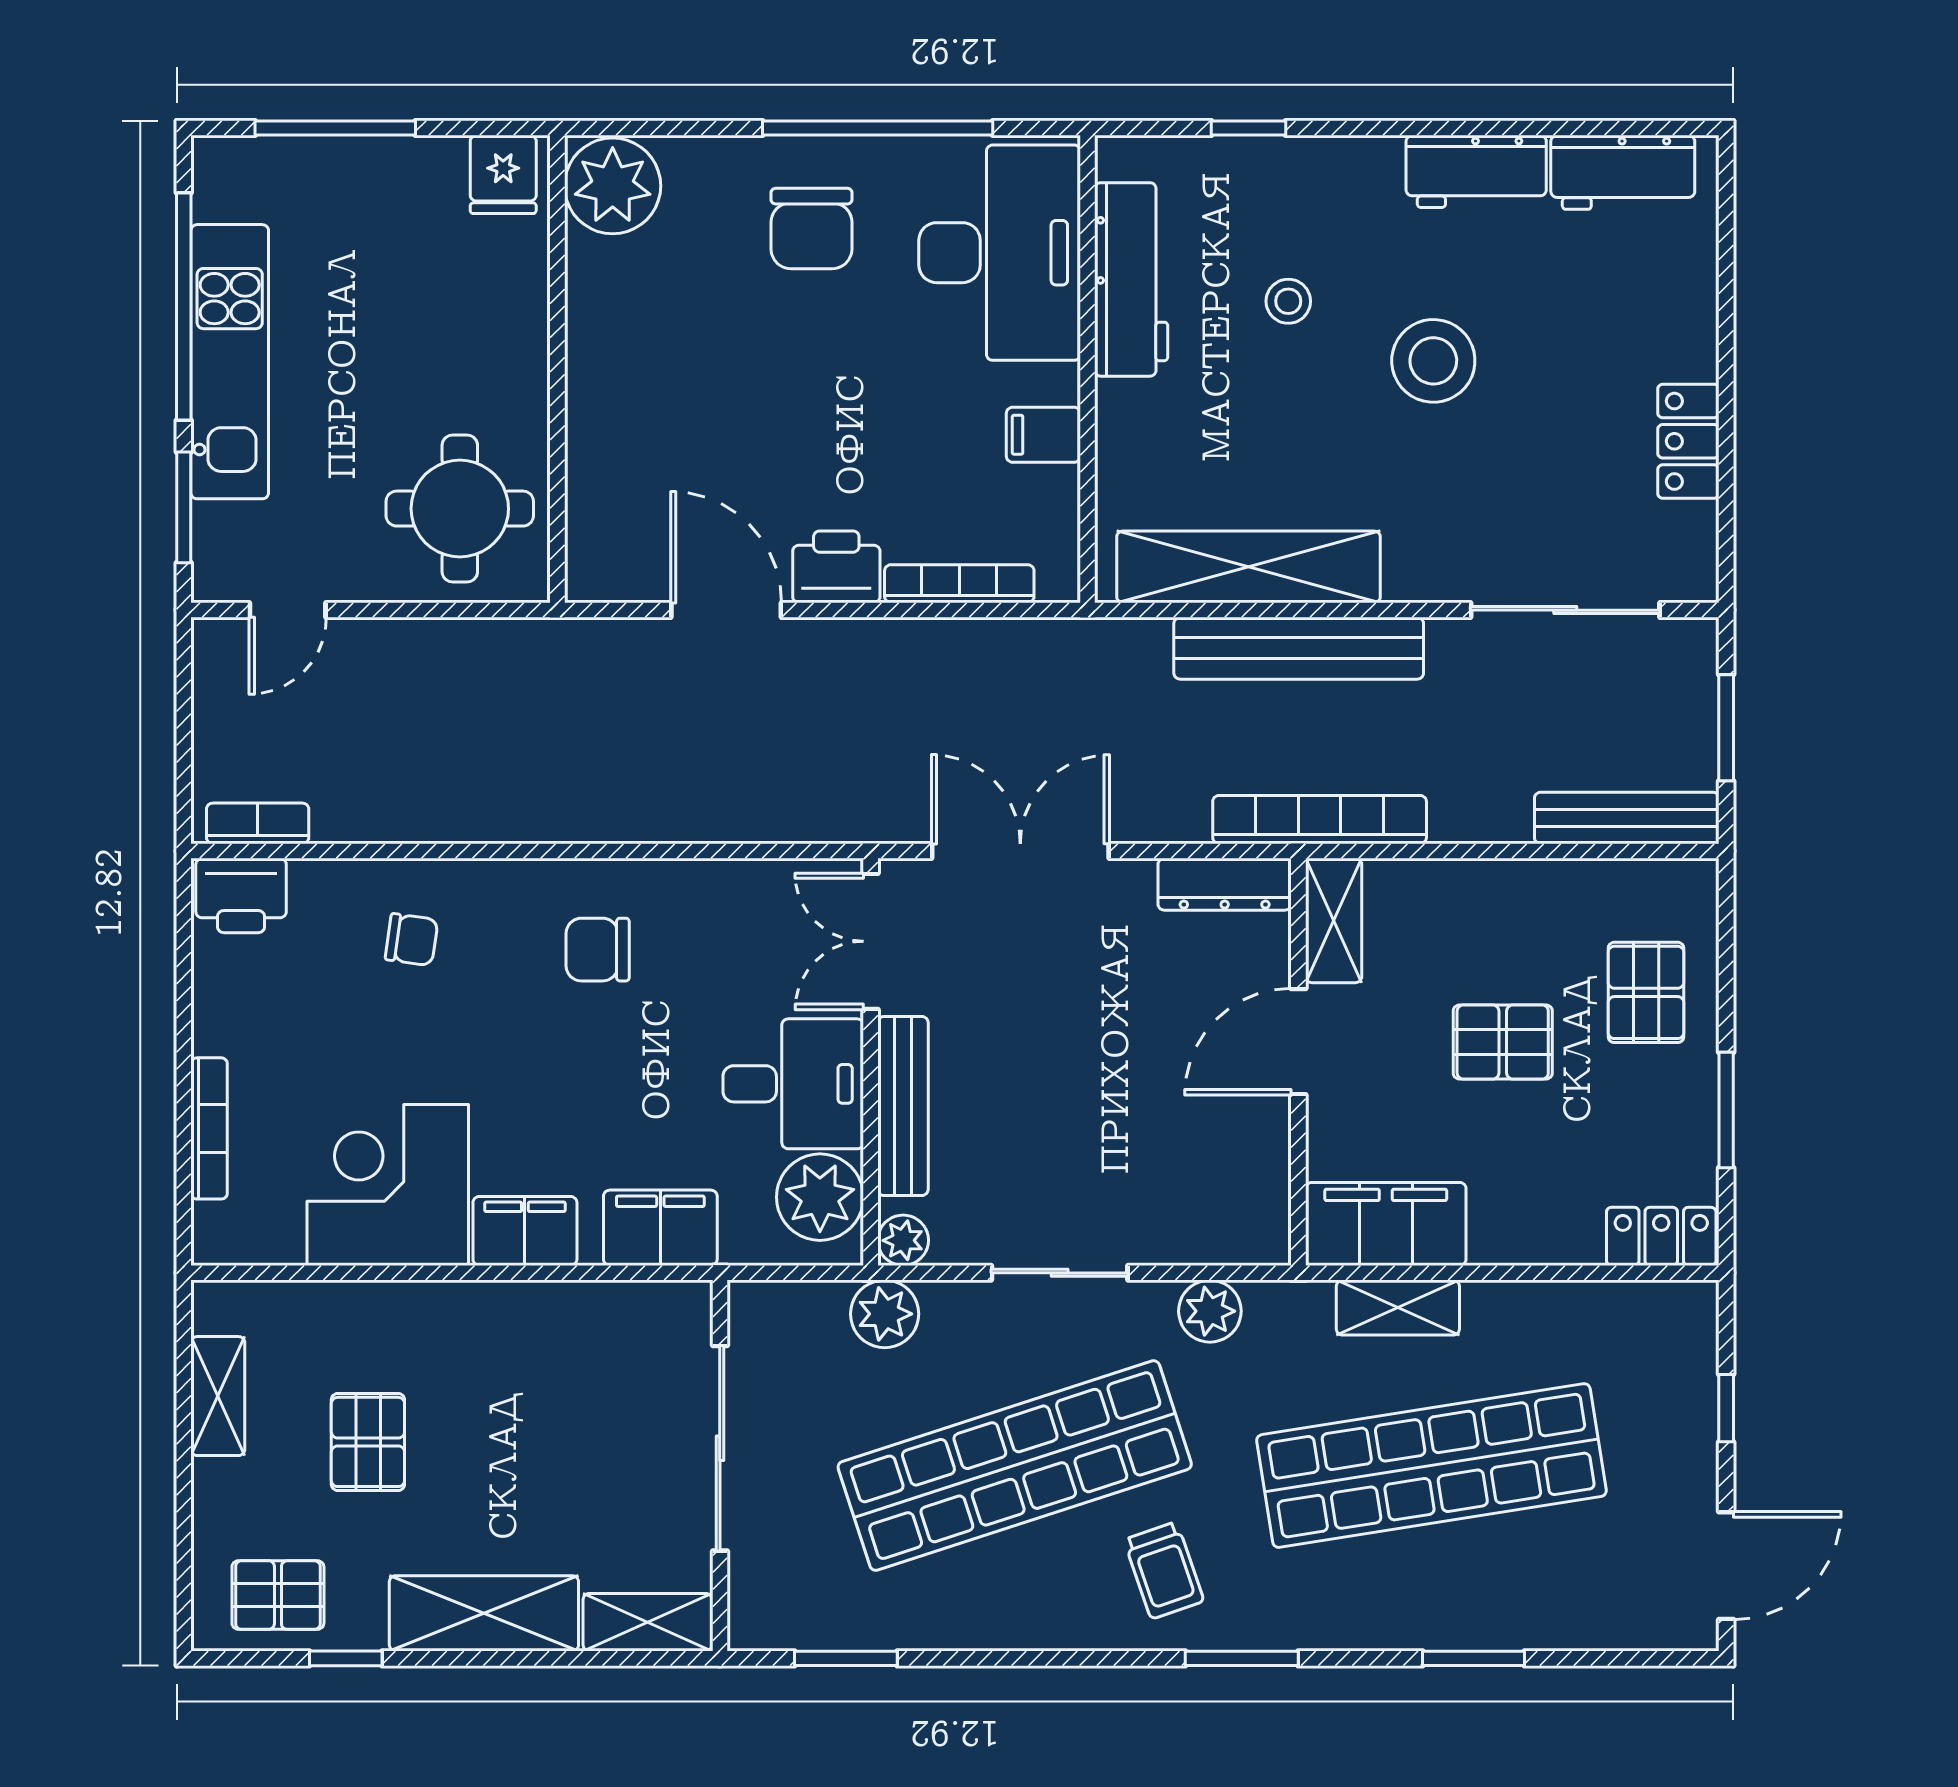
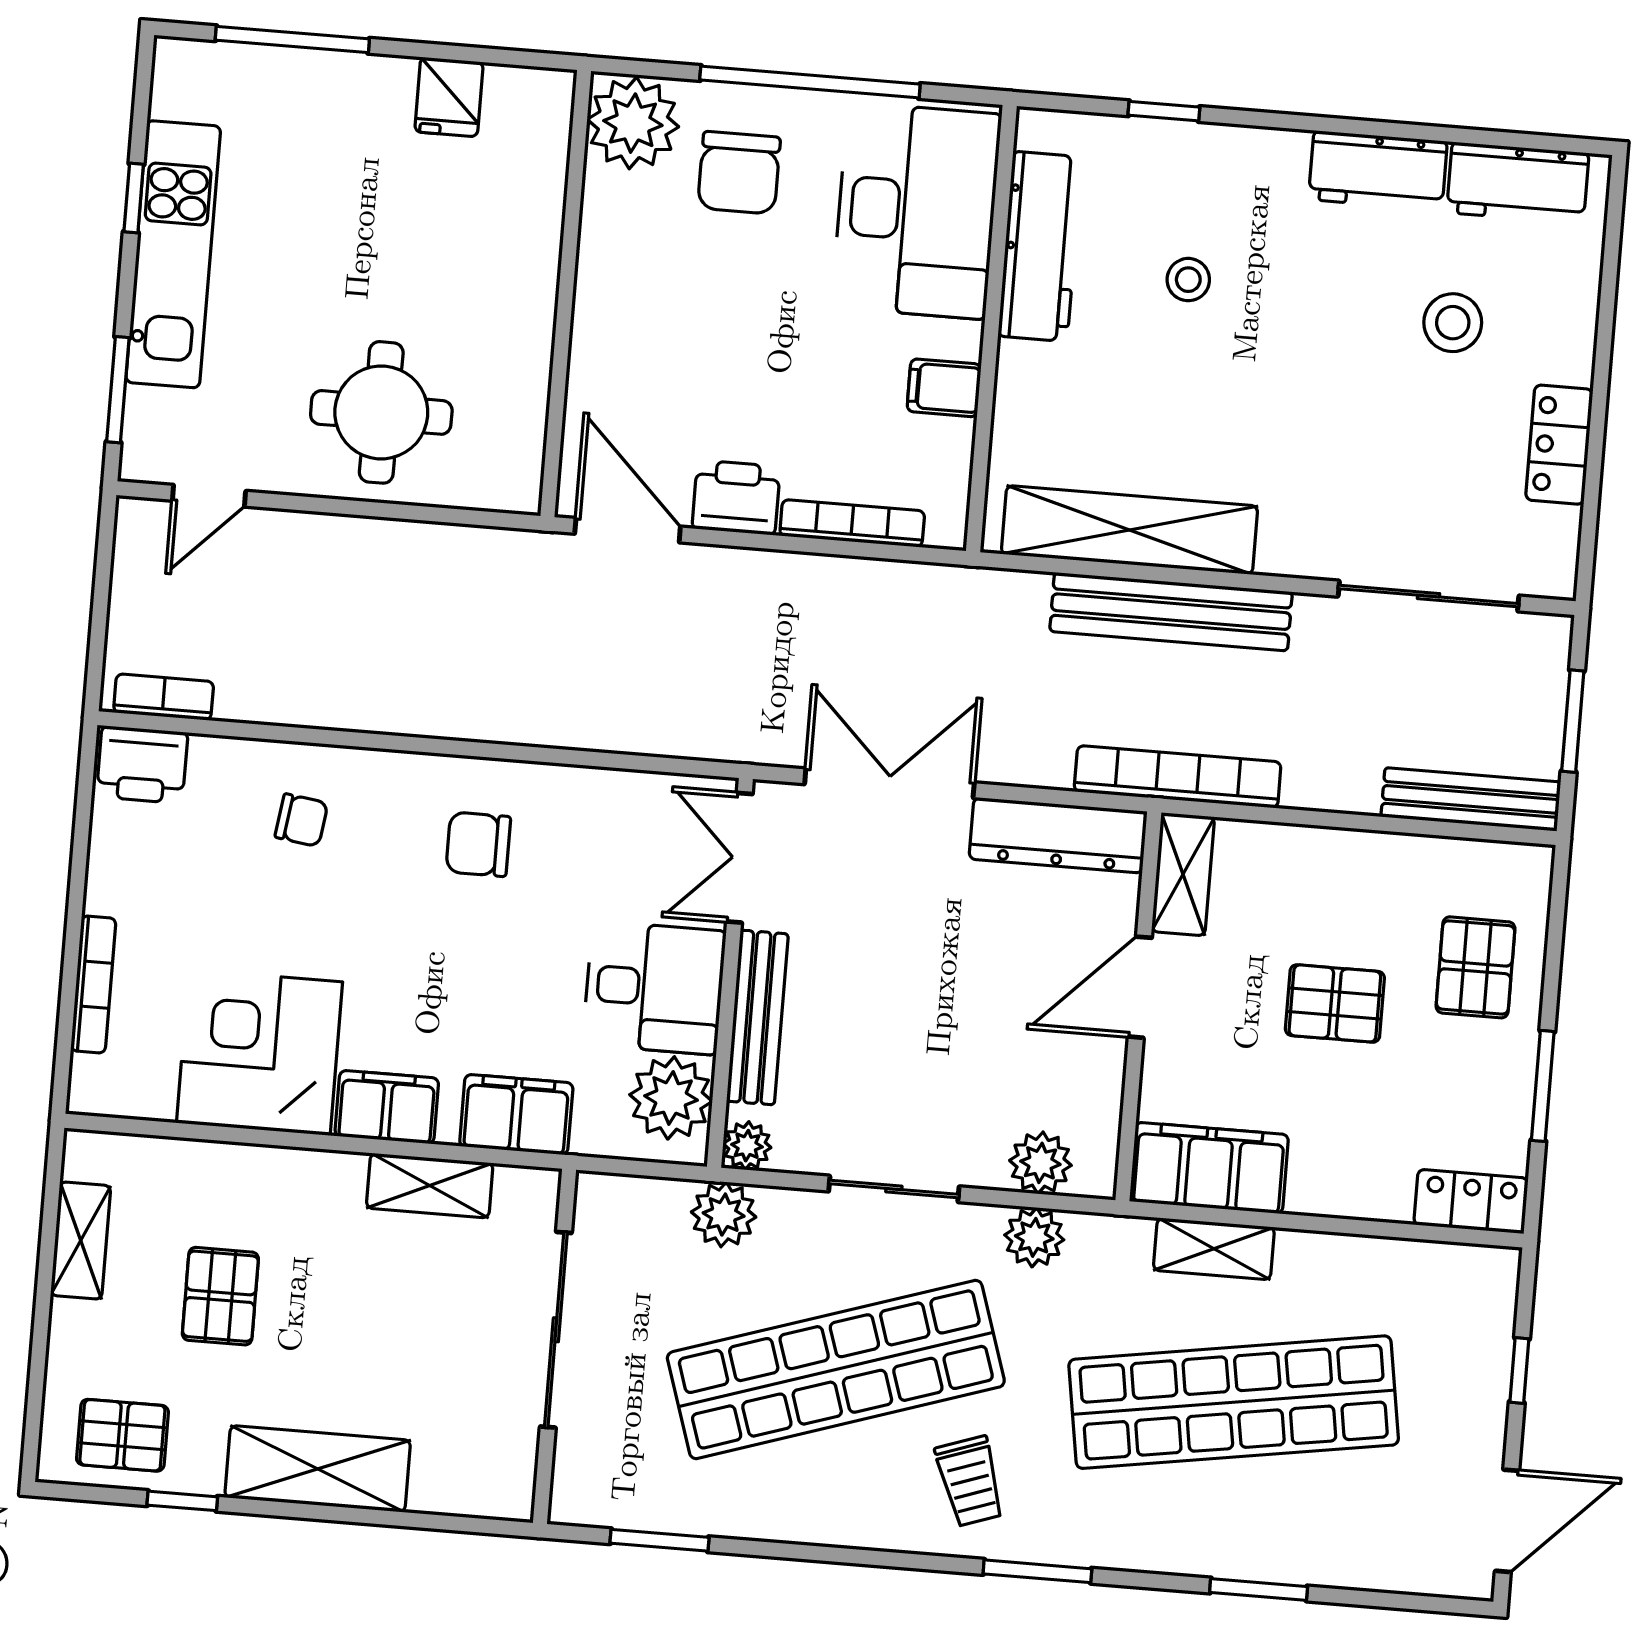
plant: (613, 186) -> (633, 123), moved
window: (184, 307) -> (134, 198), width x0.32
stool: (1433, 361) -> (1453, 323), moved, width x0.73, depth x0.73
wall: (557, 369) -> (566, 294), moved
dresser: (1225, 884) -> (1058, 835), width x1.37, depth x1.24
plant: (1210, 1233) -> (1040, 1163), added
shelving: (648, 1622) -> (430, 1186), moved

